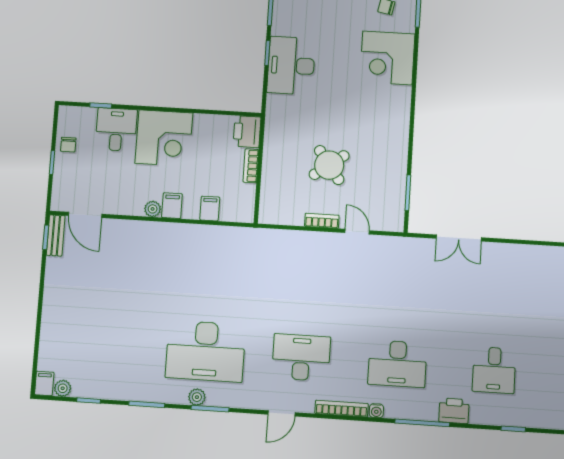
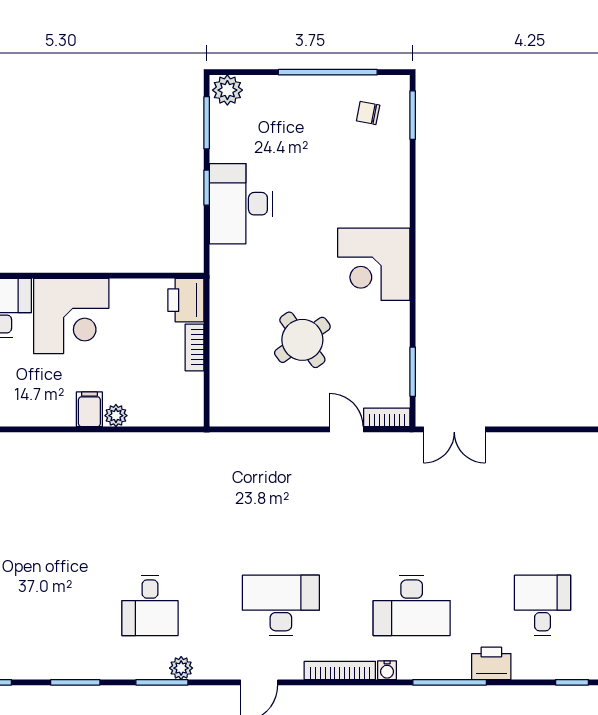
corner desk: (387, 58) -> (374, 264), moved
filing cabinet: (210, 208) -> (142, 410), removed
plant: (153, 209) -> (116, 416), moved
bookcase: (322, 221) -> (387, 417), moved
double door: (459, 238) -> (454, 429), moved
desk: (205, 351) -> (150, 605), width x0.53, depth x0.77
desk: (494, 370) -> (542, 605), turned 180
plant: (197, 397) -> (181, 668), moved

